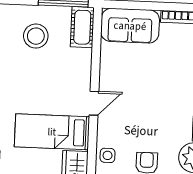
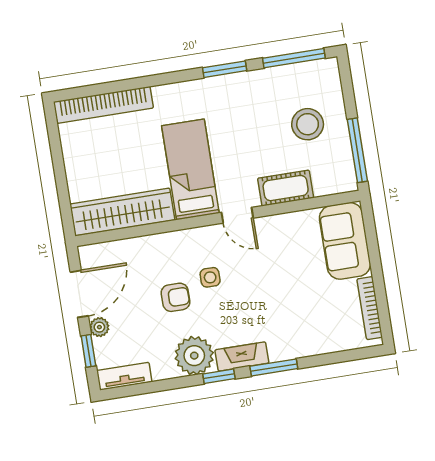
cot: (82, 27) -> (286, 188), moved
side table: (108, 155) -> (210, 277), moved

